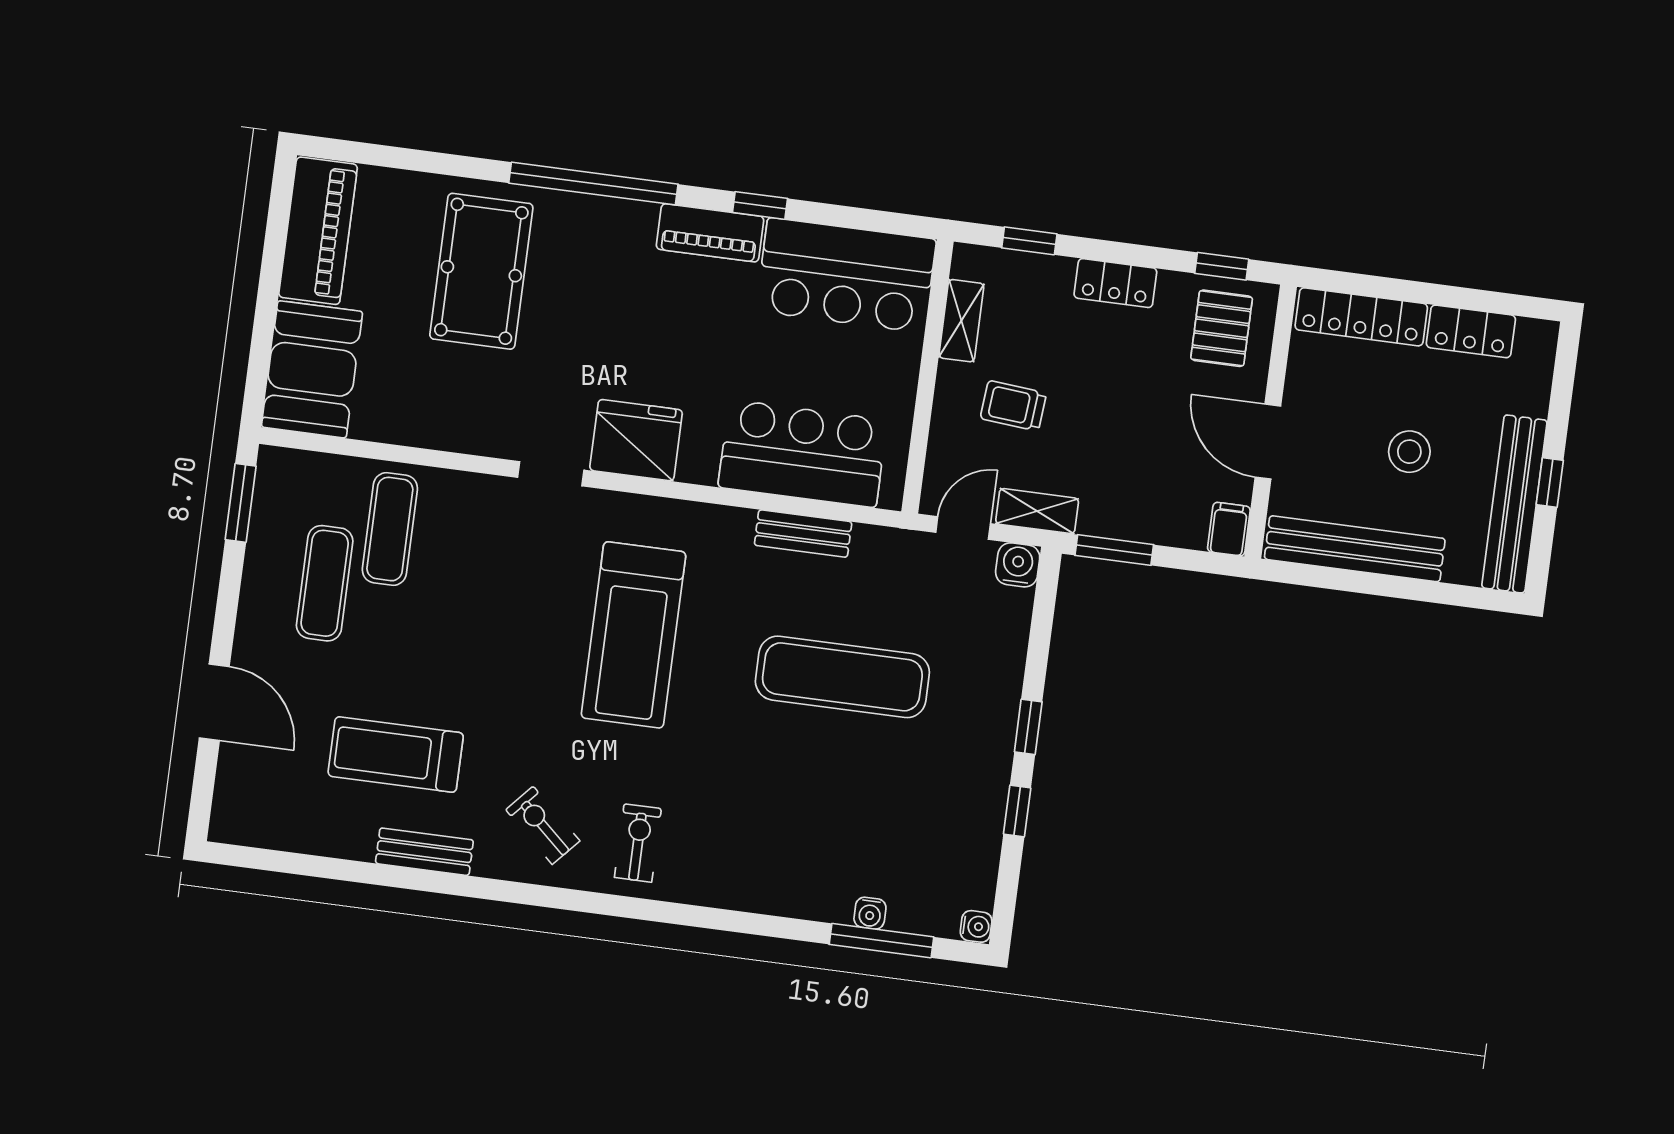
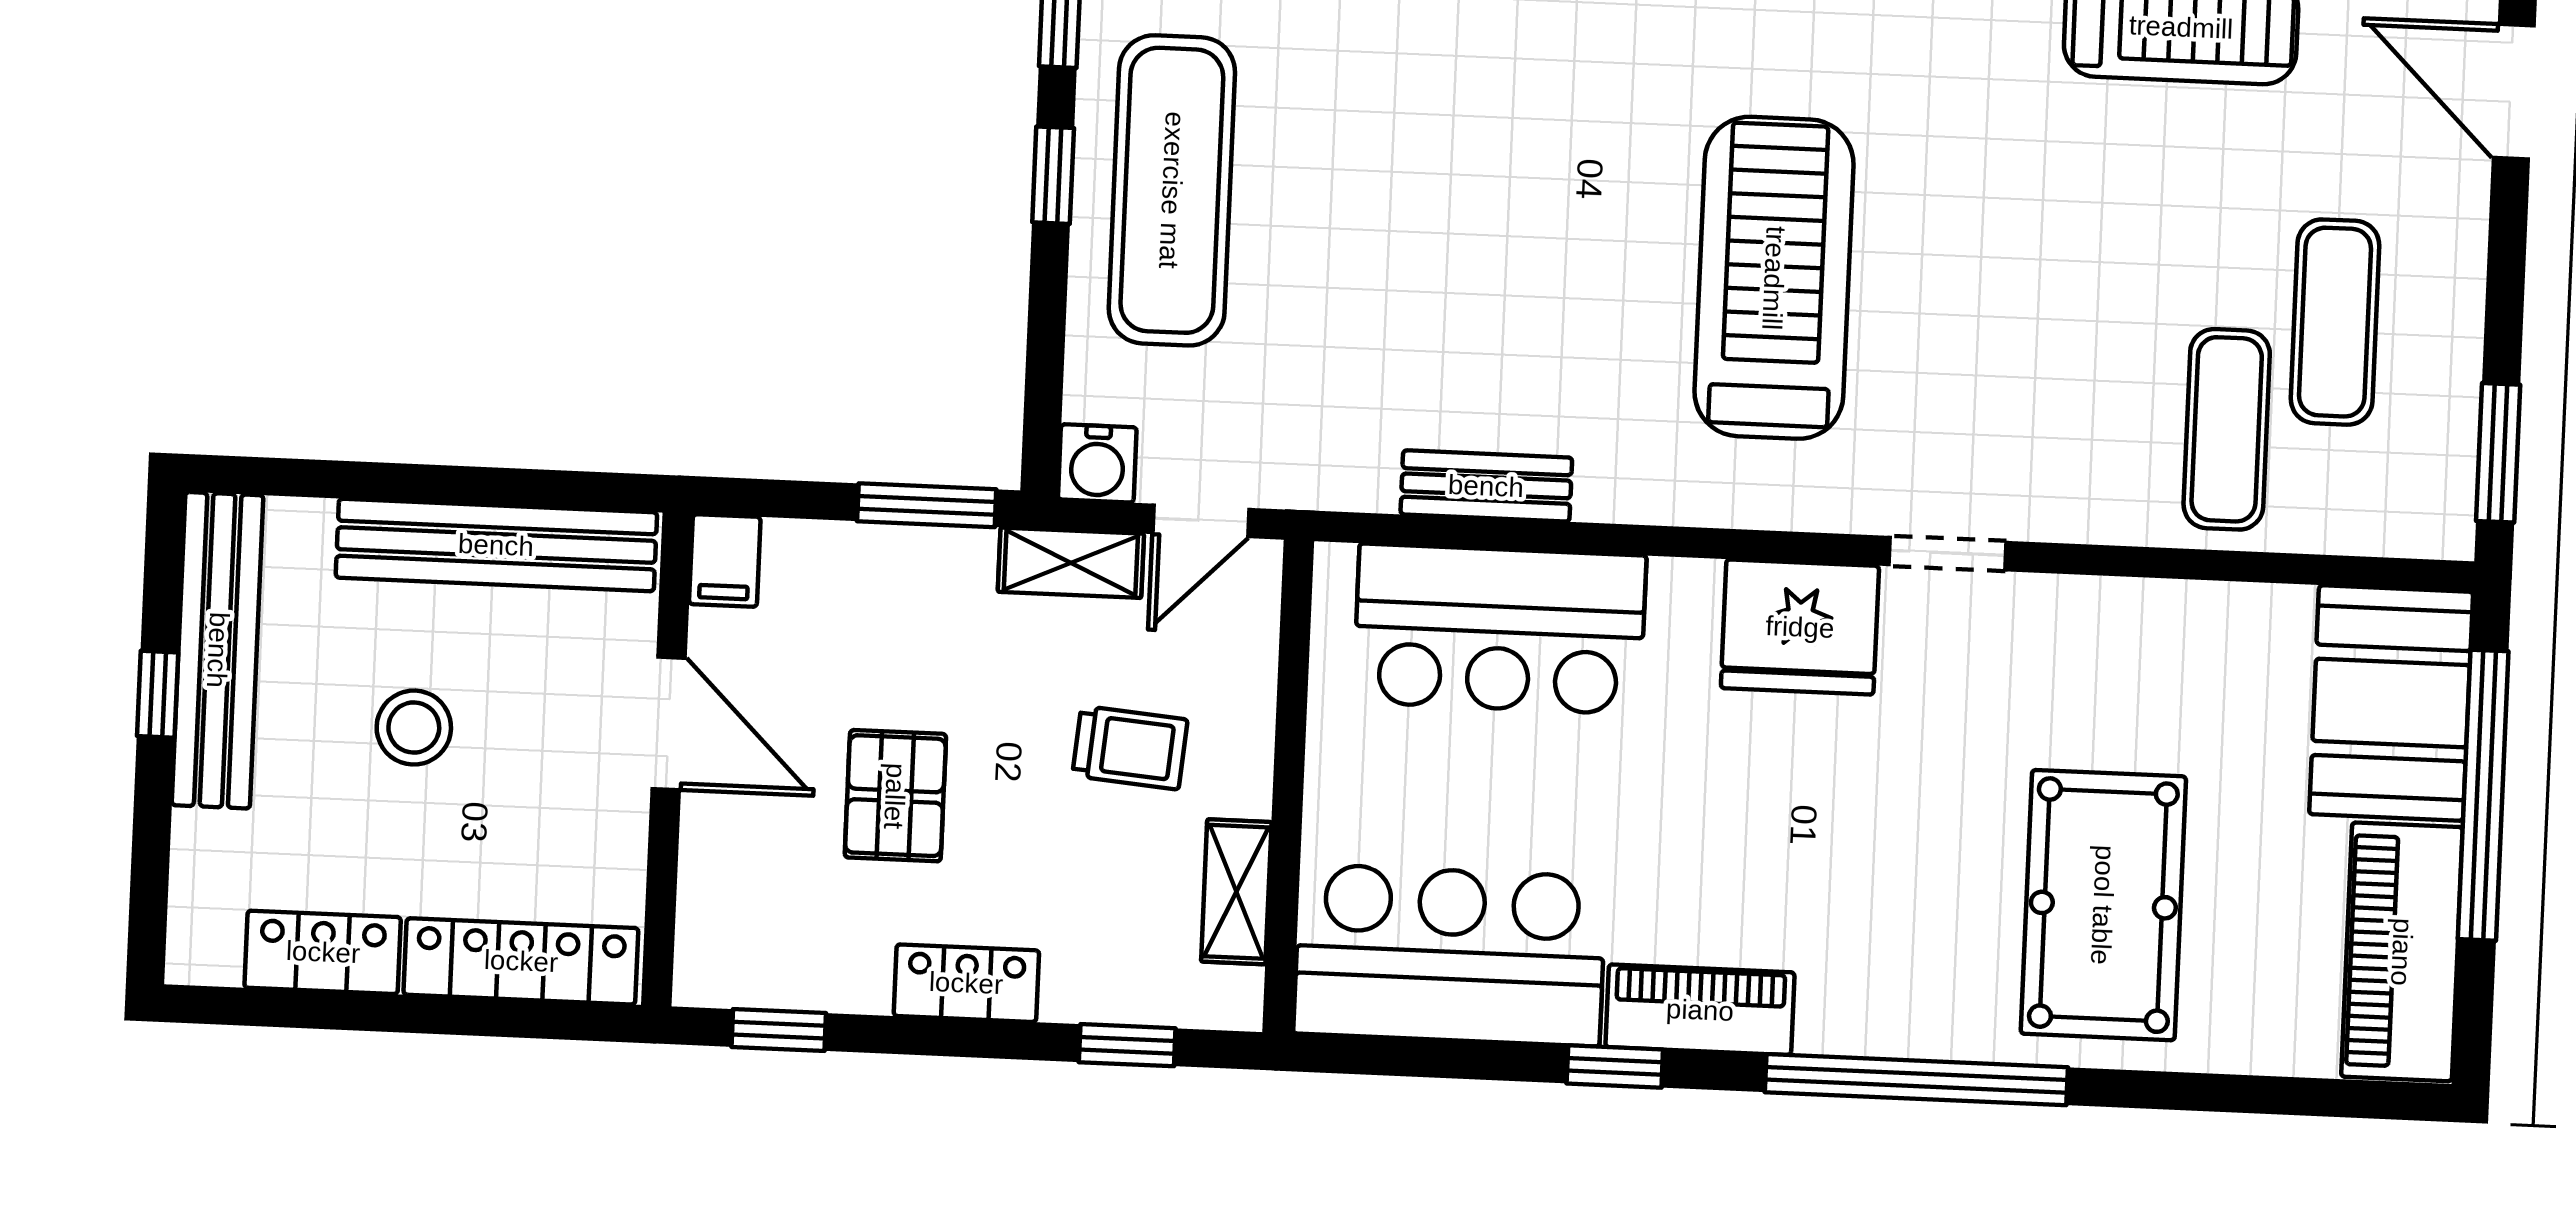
window: (265, 314) -> (2483, 795), added
pallet: (1222, 328) -> (895, 796), moved
exercise mat: (842, 677) -> (1172, 190), moved, turned 90

